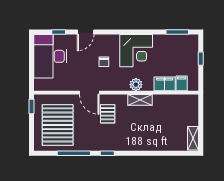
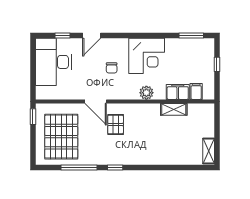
shelving: (140, 100) -> (174, 109), moved

